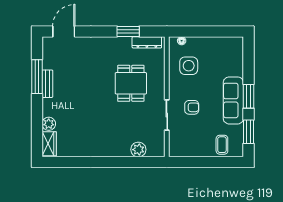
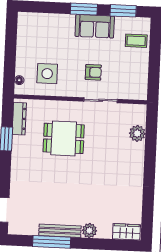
bench: (47, 84) -> (60, 231), width x1.36
sofa: (233, 100) -> (95, 26), width x0.73
armchair: (192, 107) -> (93, 72), turned 90
plant: (49, 124) -> (89, 231), moved

